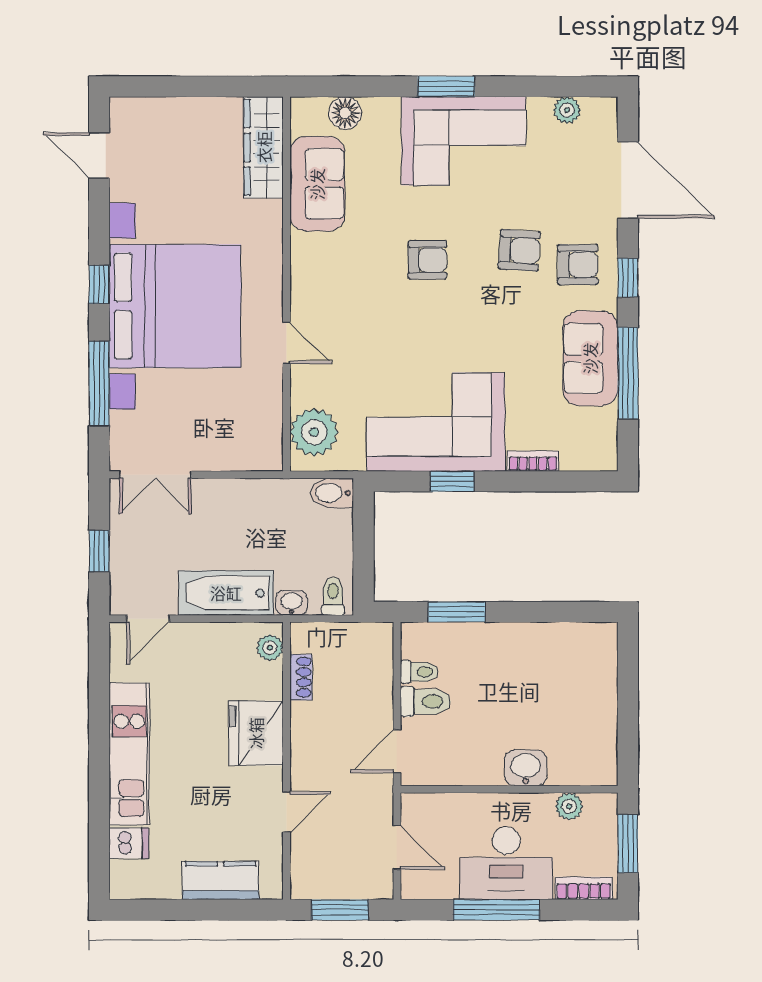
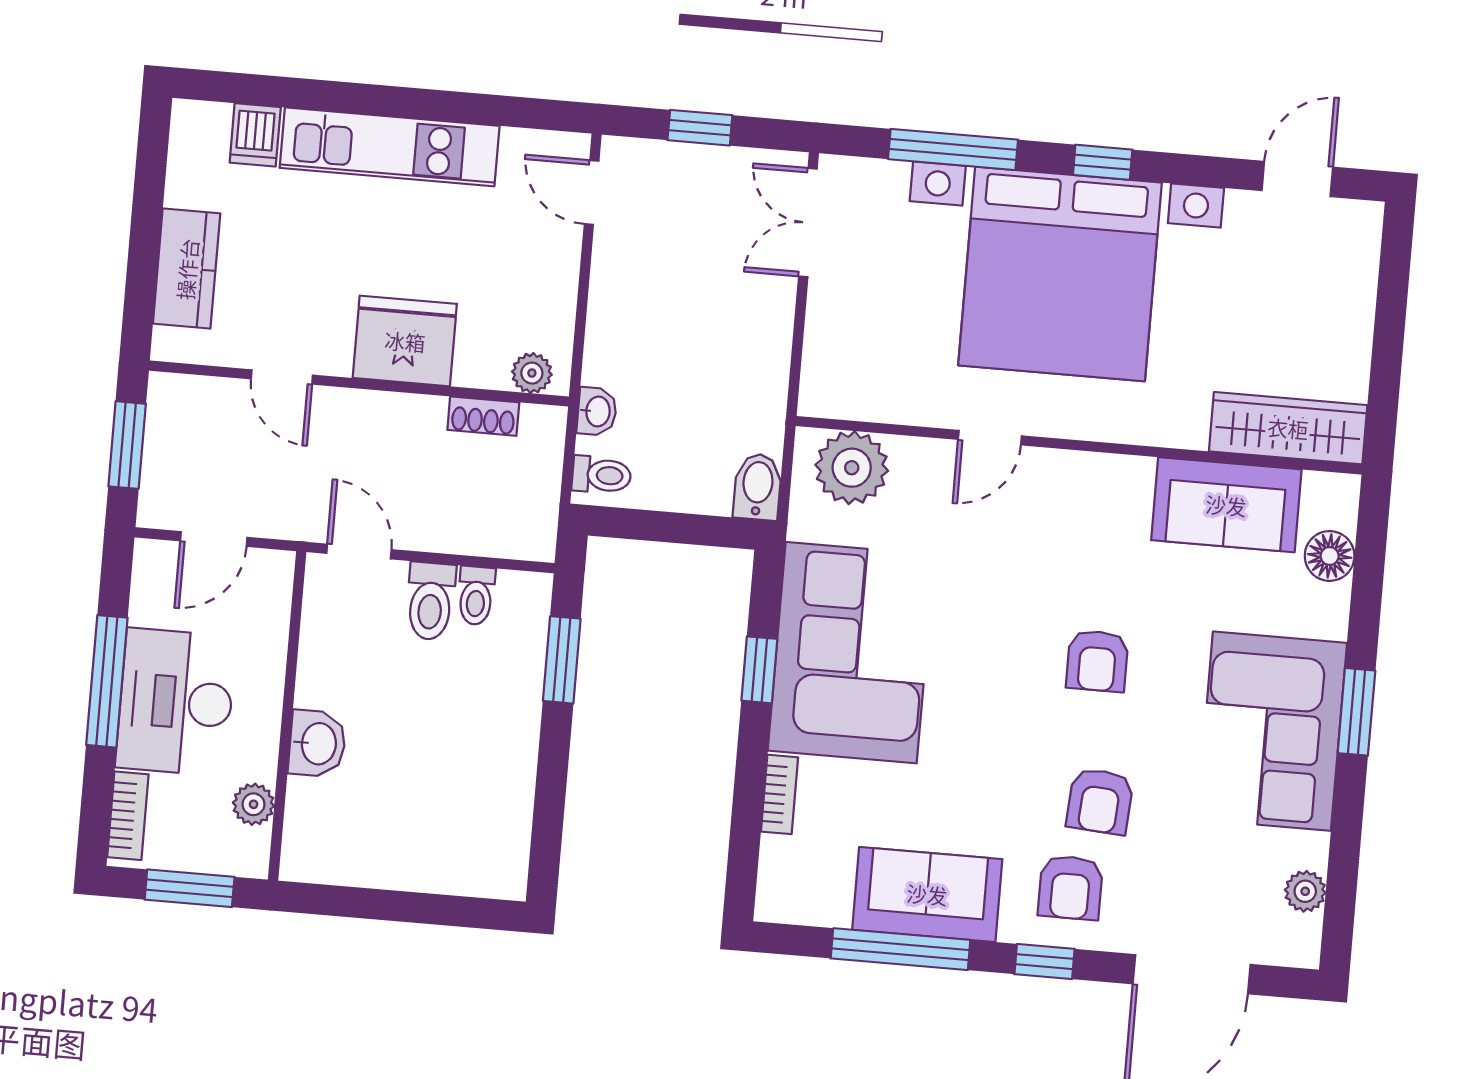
bathtub: (226, 593) -> (620, 314), removed

